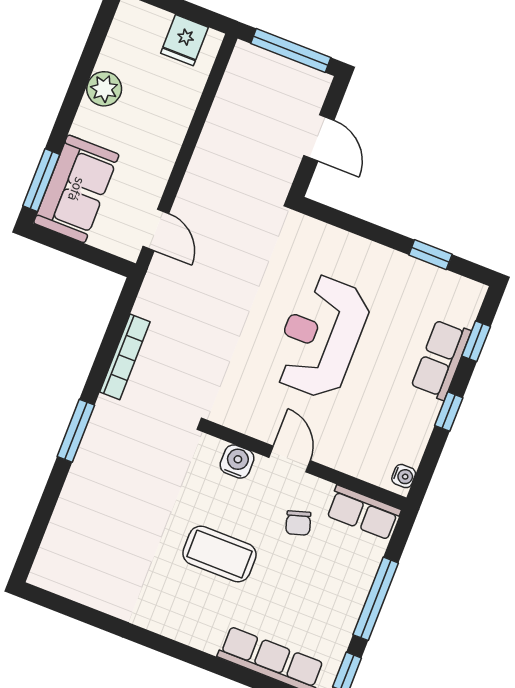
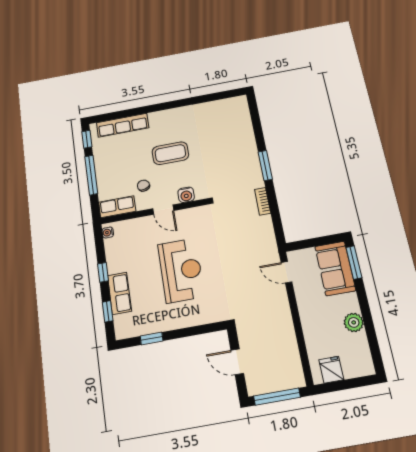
bookcase: (125, 357) -> (263, 201), width x0.64

